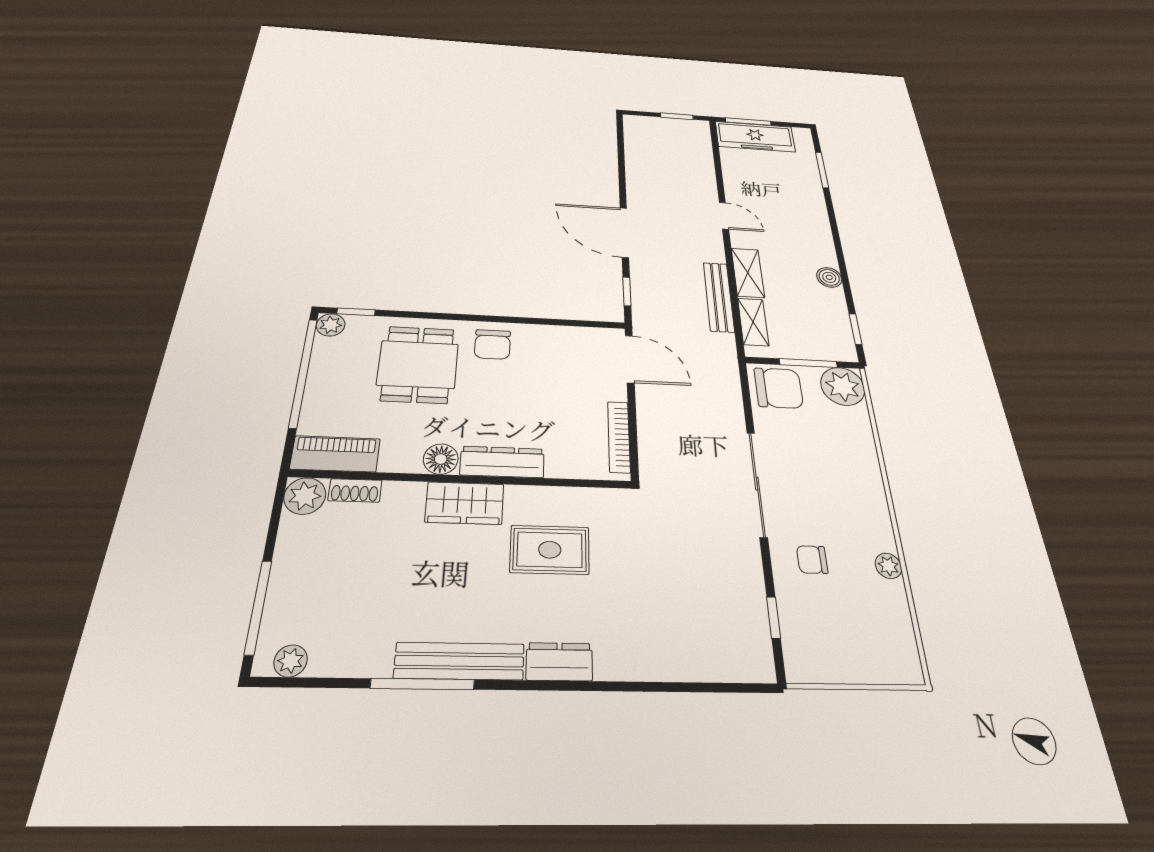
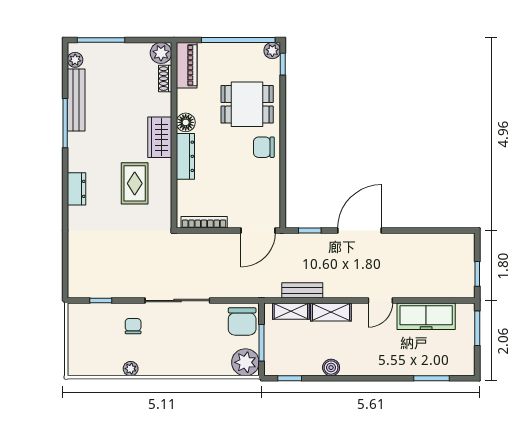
freezer: (755, 137) -> (426, 316), moved, turned -90
bench: (719, 297) -> (302, 290), width x0.73
bench: (459, 661) -> (76, 100), moved

